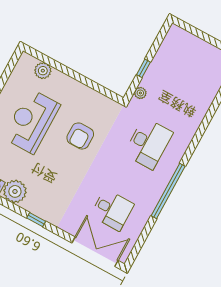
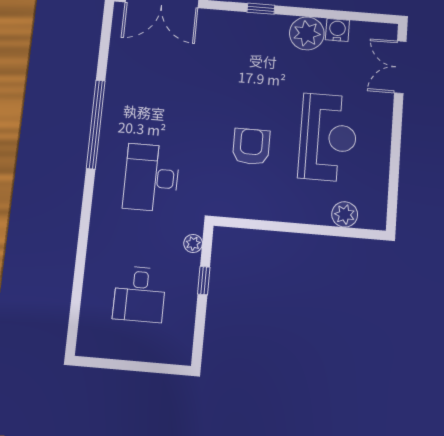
desk: (112, 210) -> (140, 294), moved, turned -90

